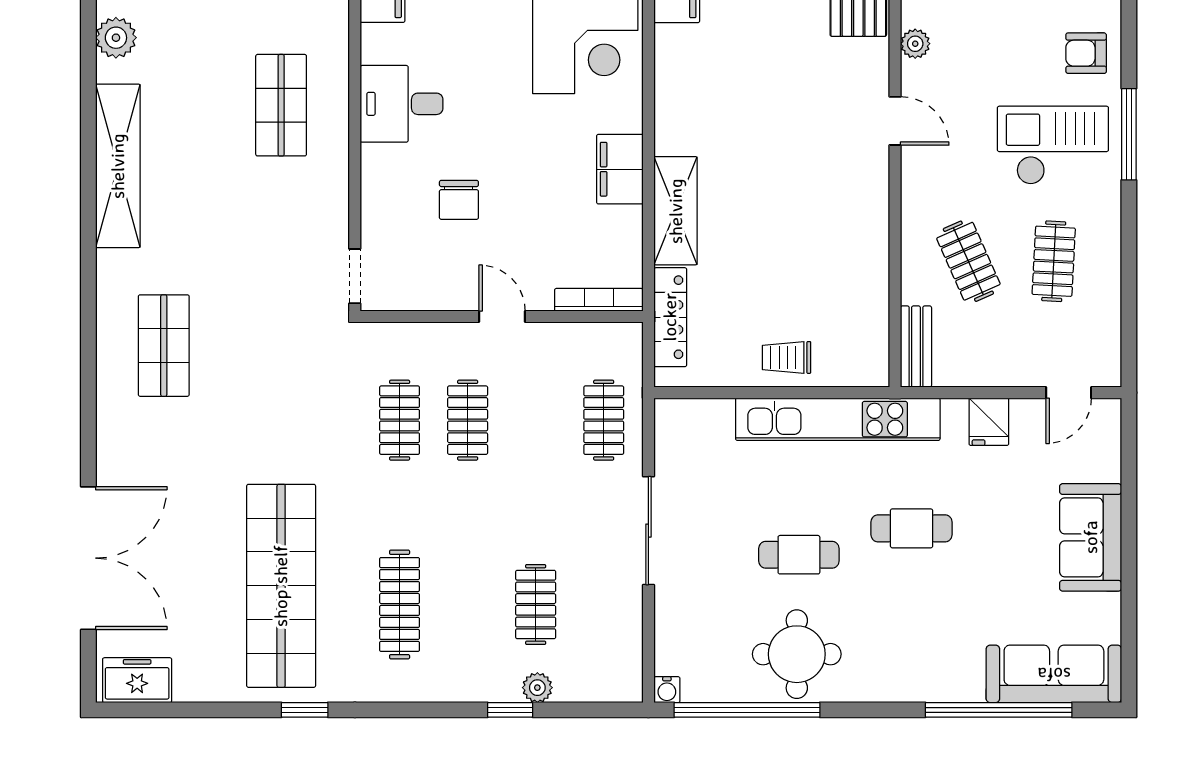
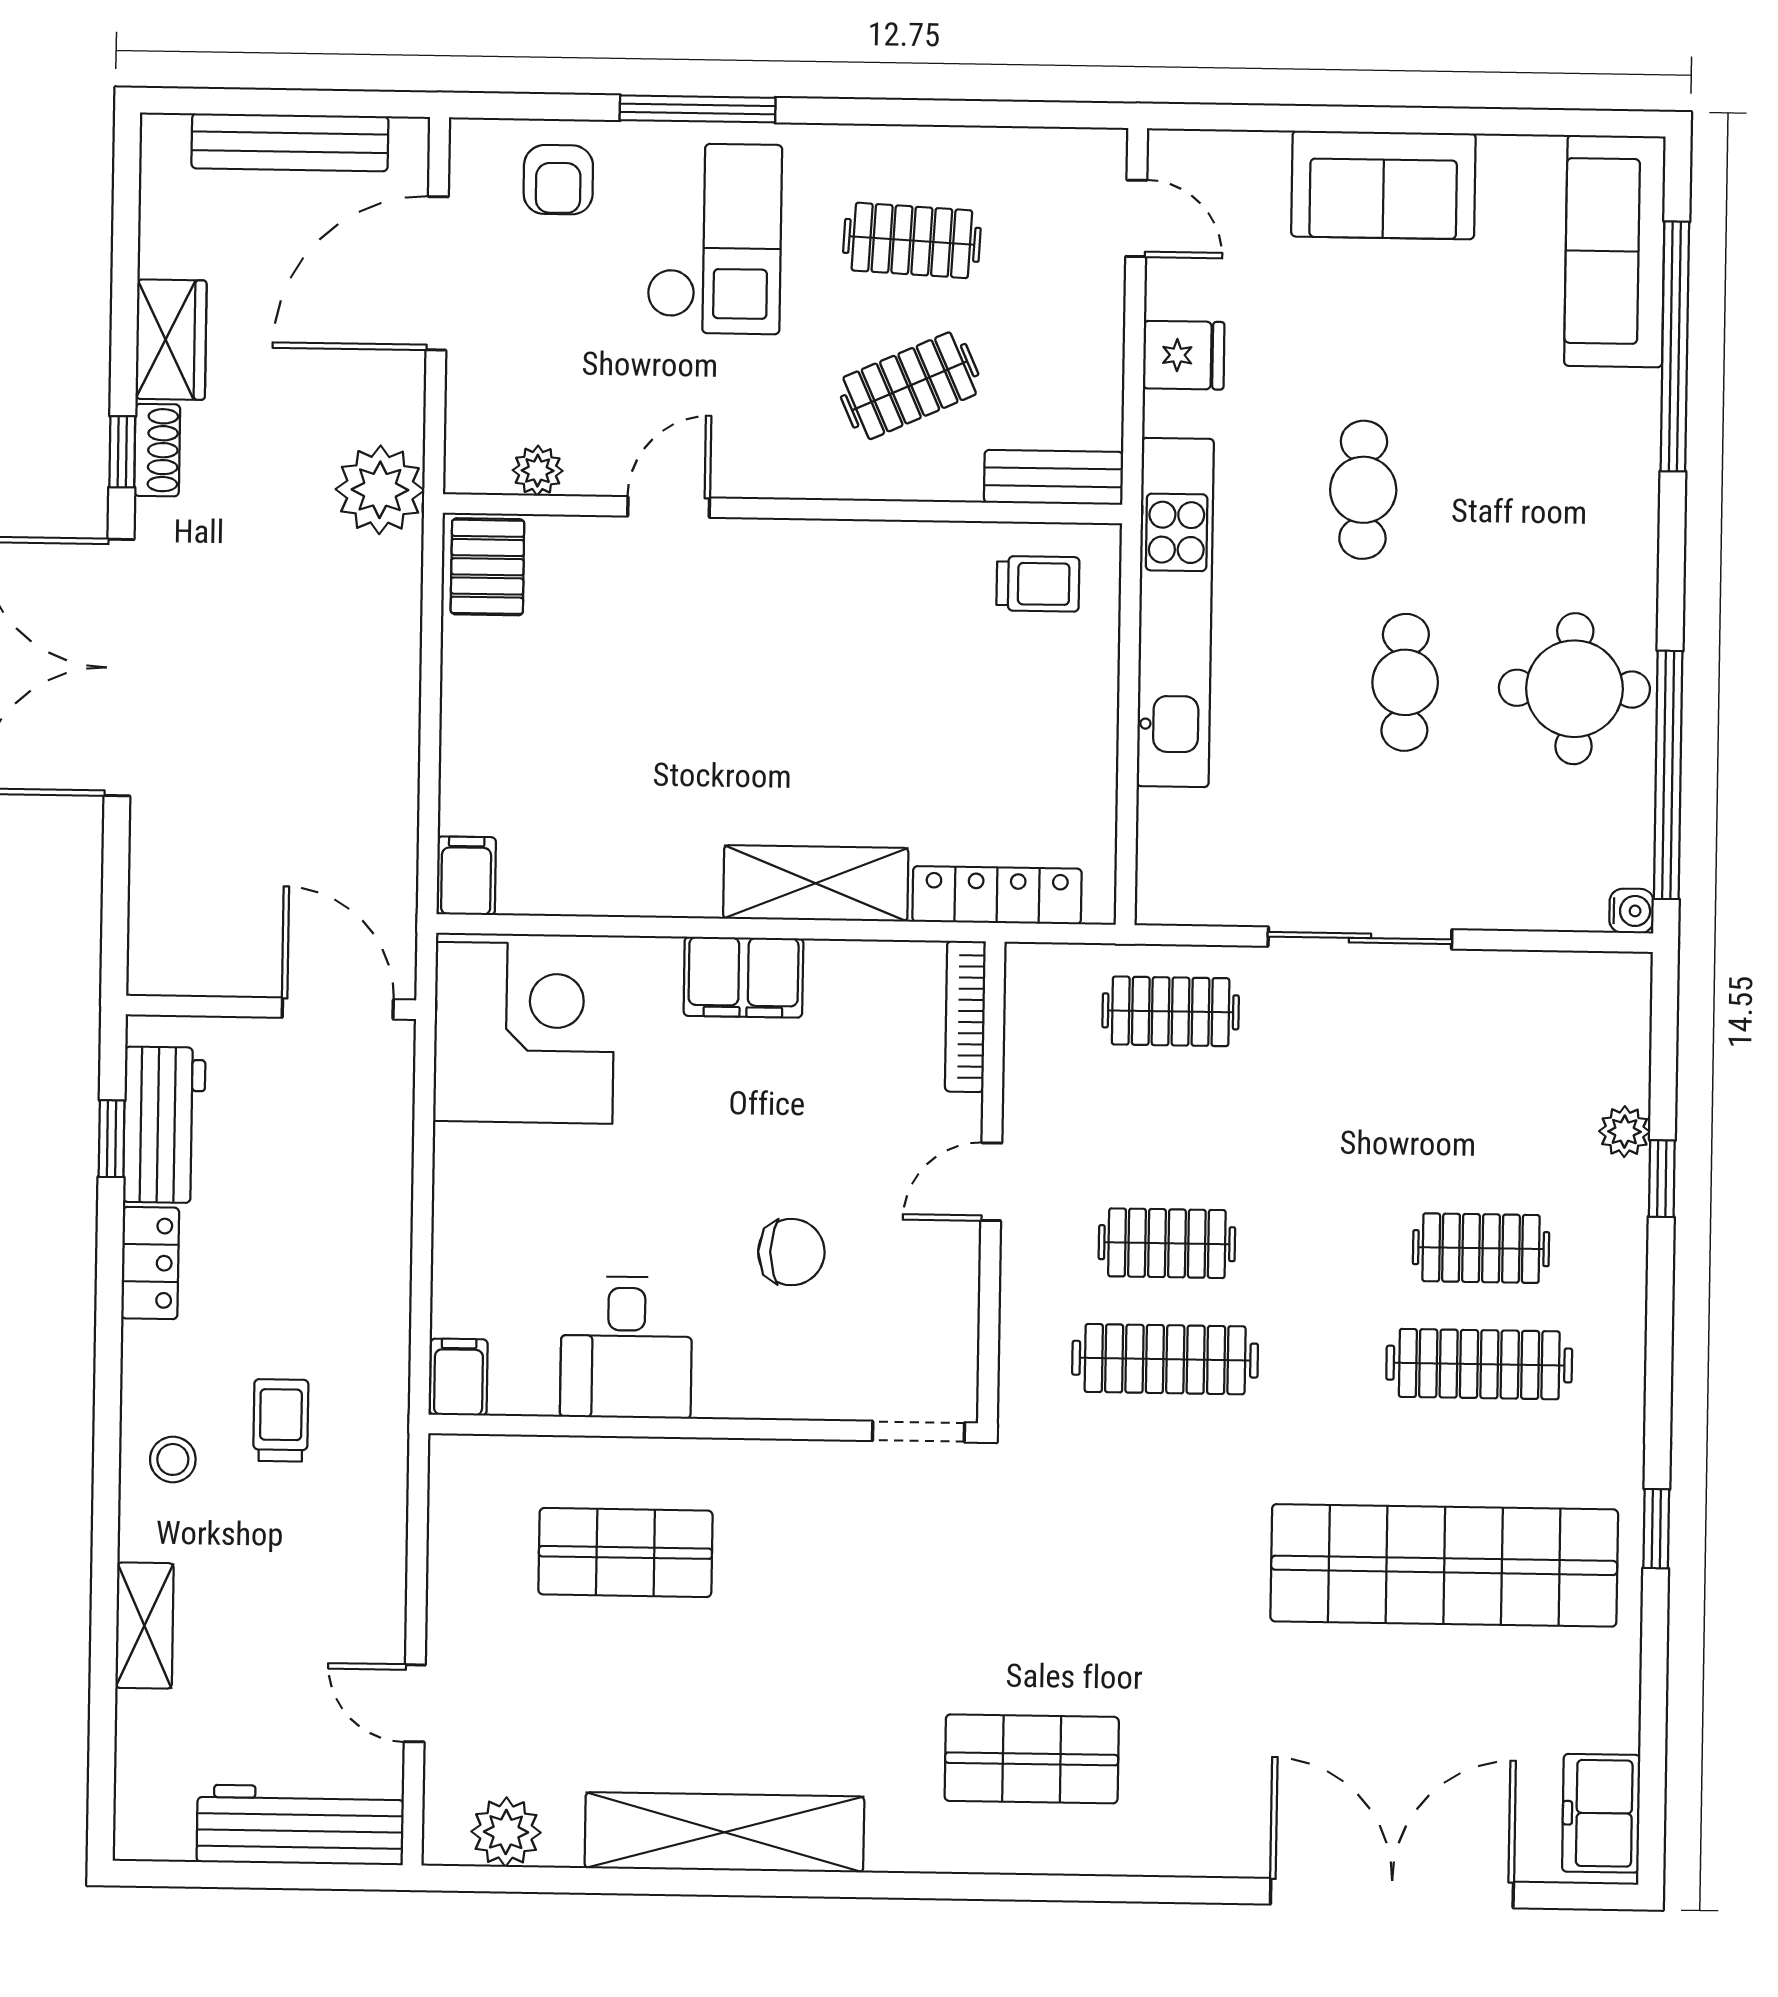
checkout: (1053, 145) -> (714, 239), turned 180
trolley: (787, 357) -> (1038, 584), moved, turned -90
clothes rail: (400, 420) -> (1165, 1359), width x1.36
clothes rail: (536, 604) -> (1481, 1248), moved

